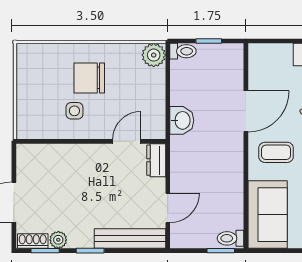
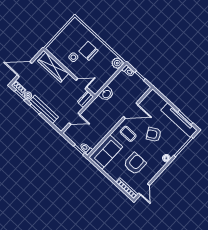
wardrobe: (57, 157) -> (53, 67), added
bench: (130, 238) -> (44, 109), moved

